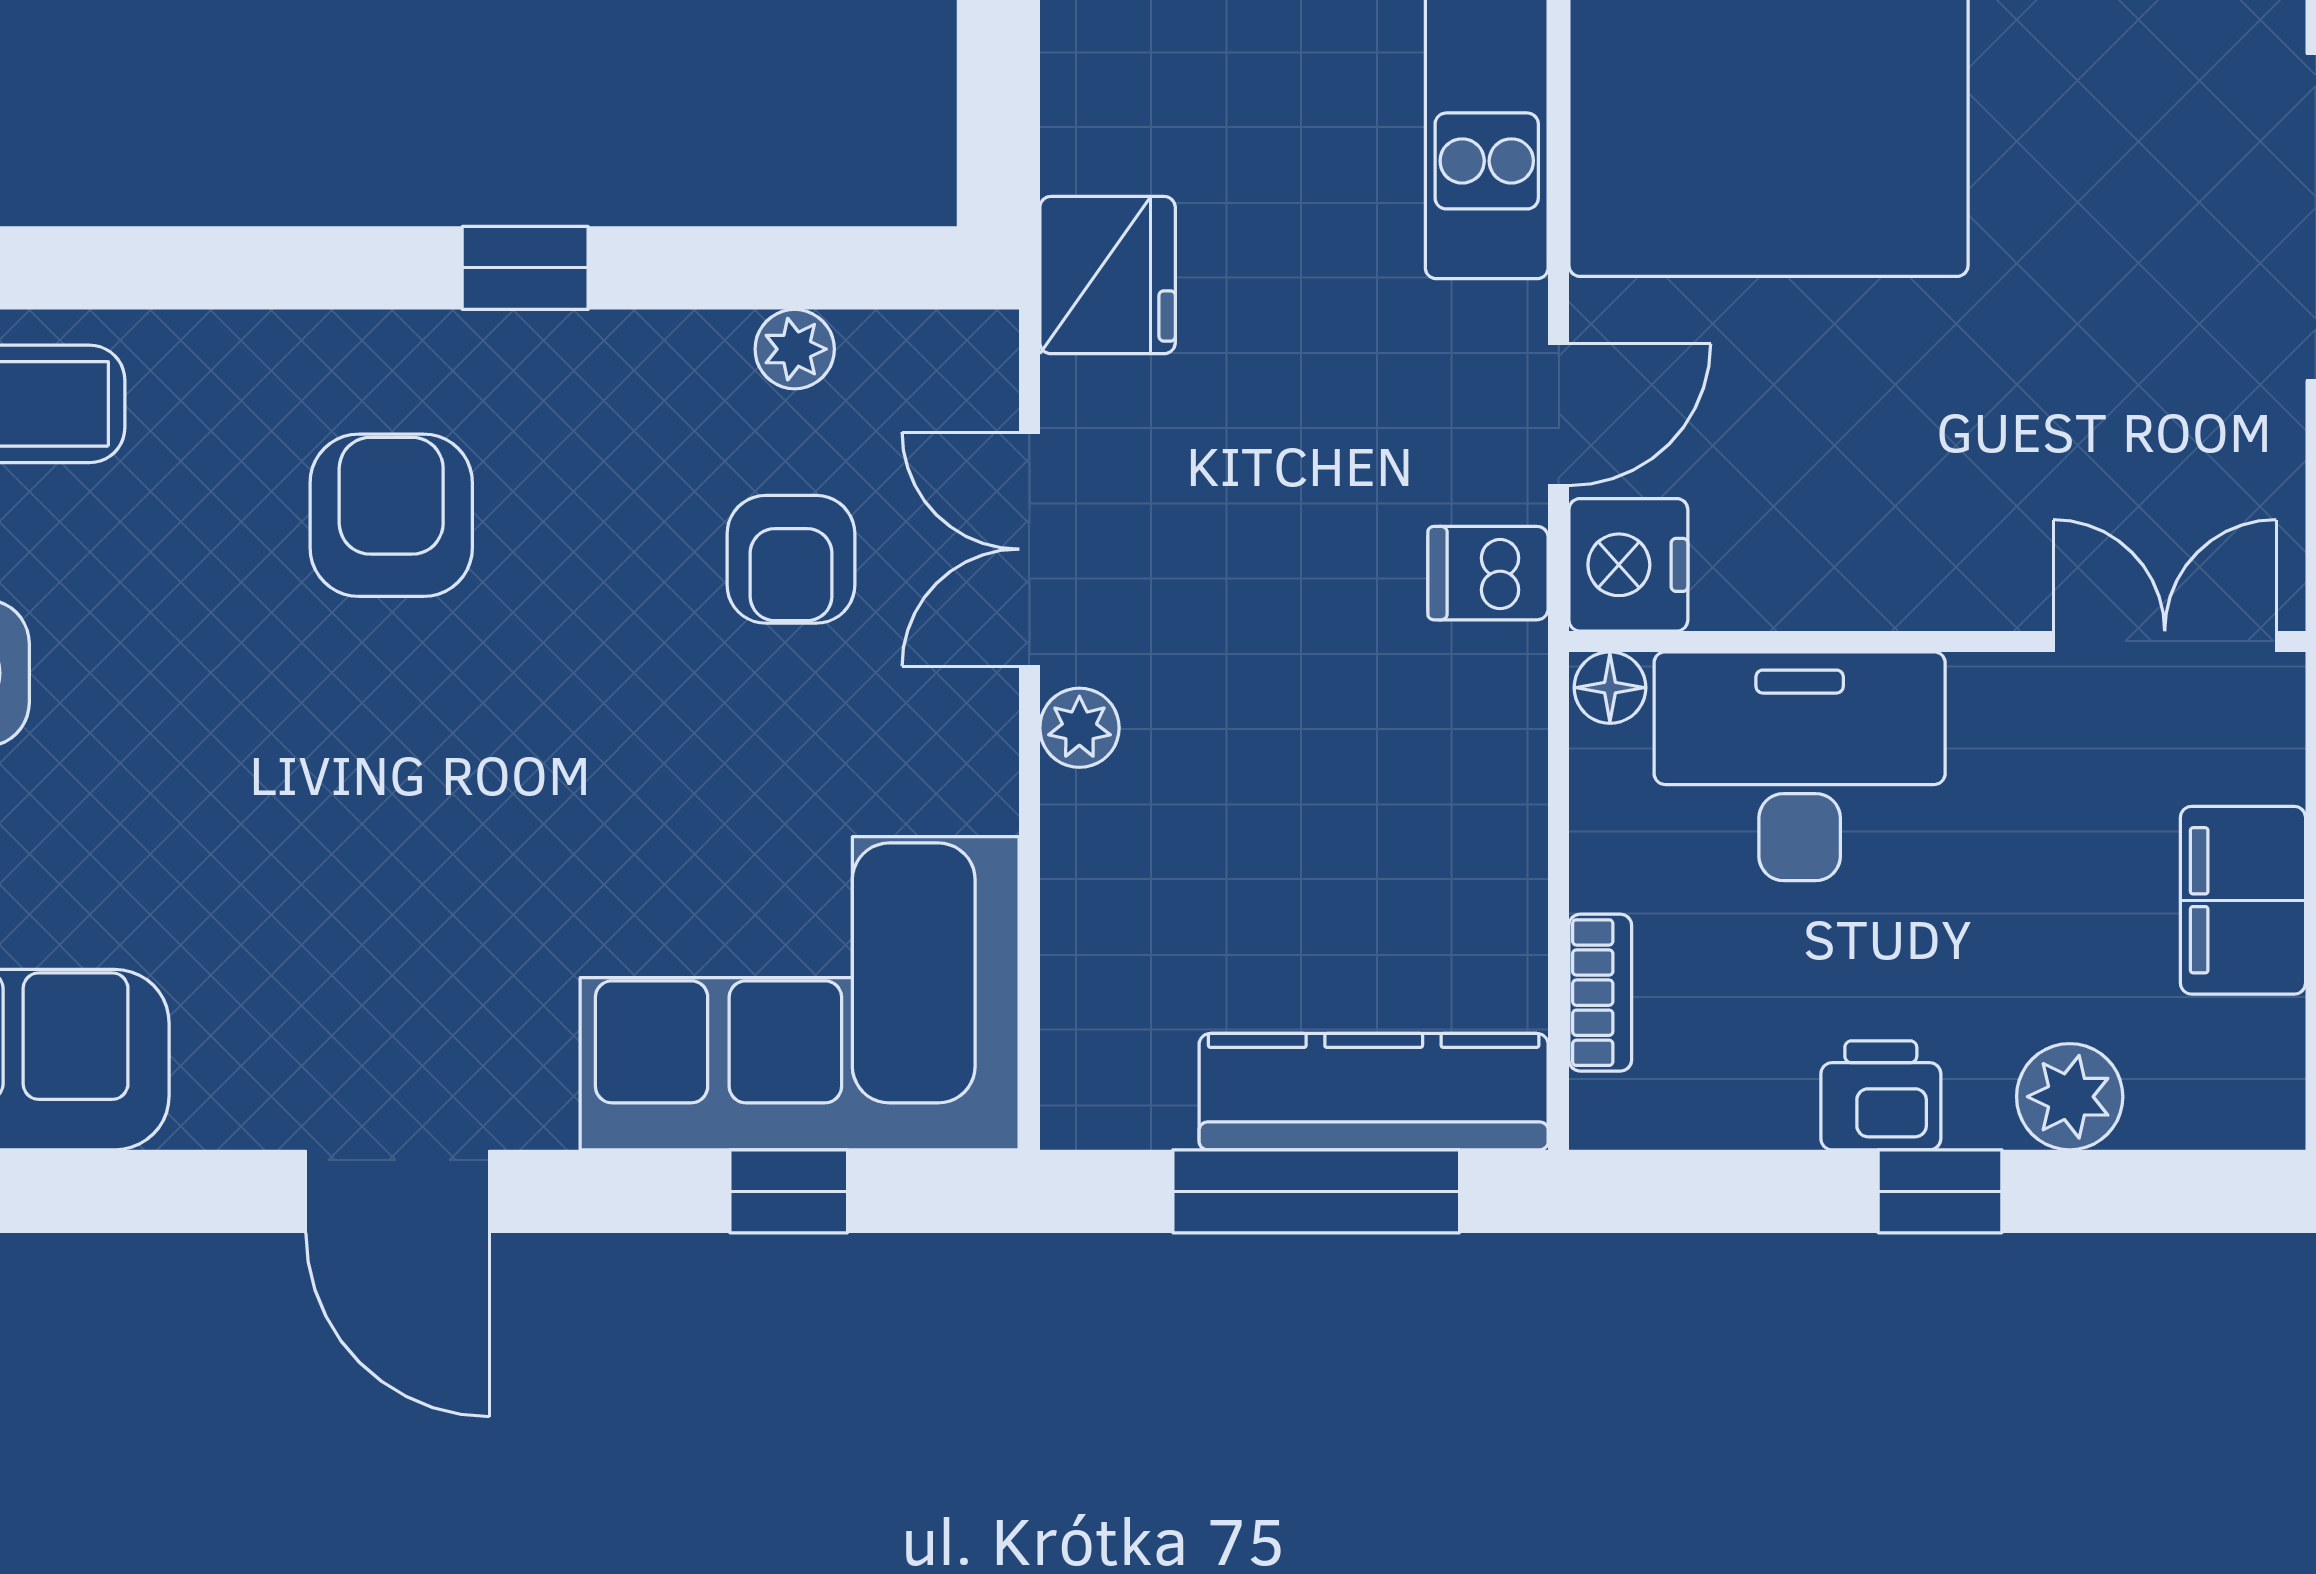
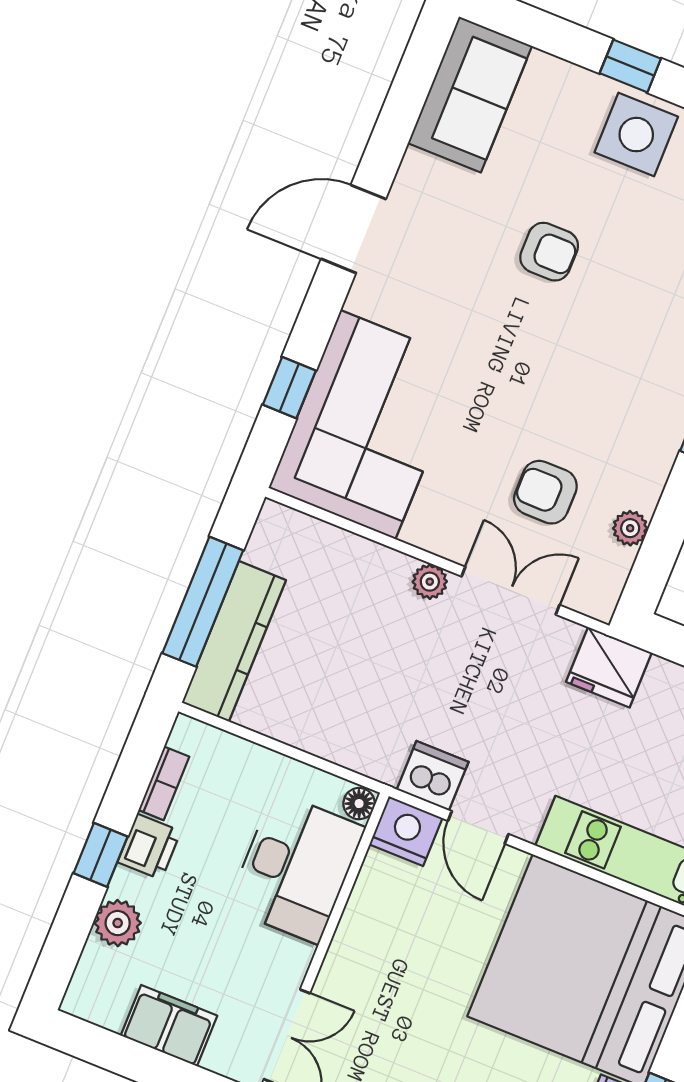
armchair: (391, 515) -> (549, 252), moved, width x0.72, depth x0.72
dishwasher: (1488, 573) -> (433, 776), width x1.38
bookcase: (1600, 993) -> (164, 783), moved, turned -90

